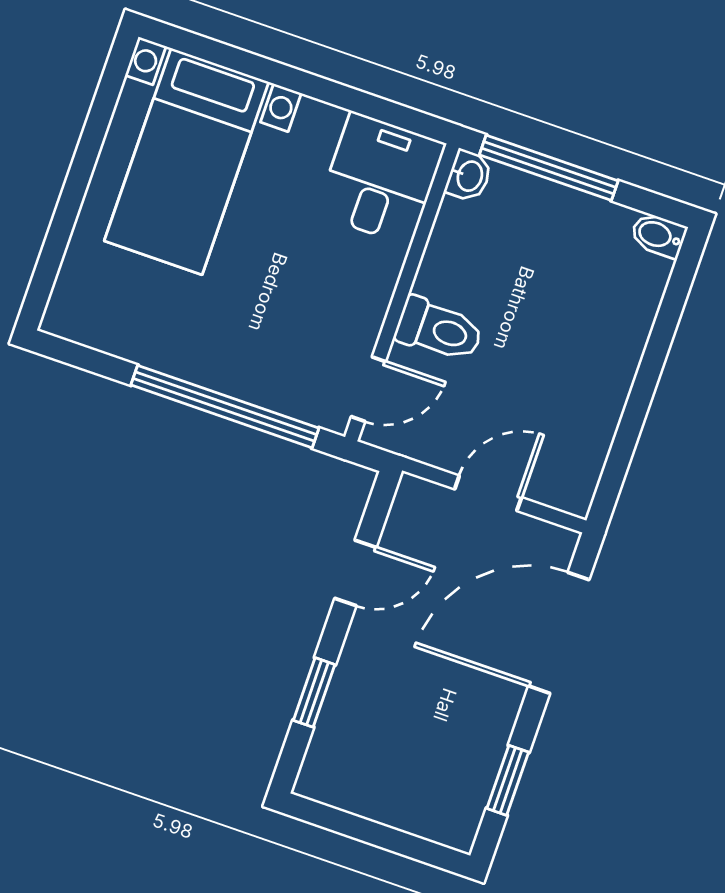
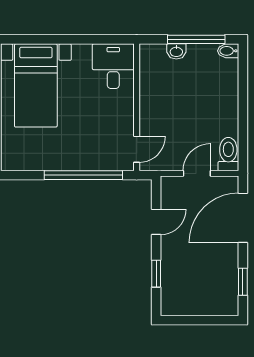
window: (549, 168) -> (196, 39), moved
washbasin: (469, 176) -> (176, 51), moved, turned 90
toilet: (439, 330) -> (228, 154), moved, turned -90

